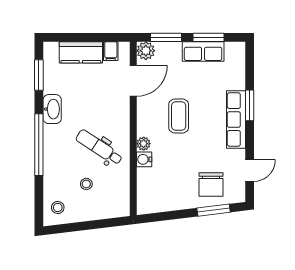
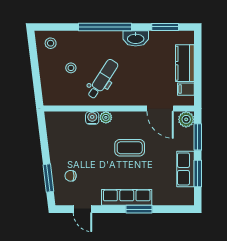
chair: (211, 184) -> (71, 176), width x0.54, depth x0.54

